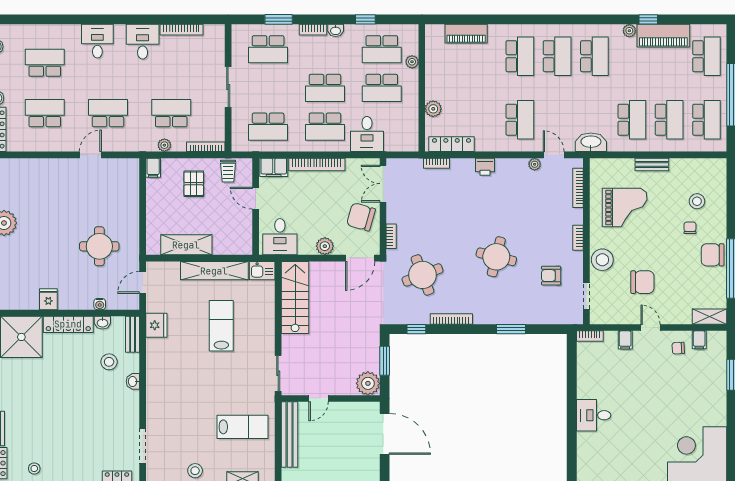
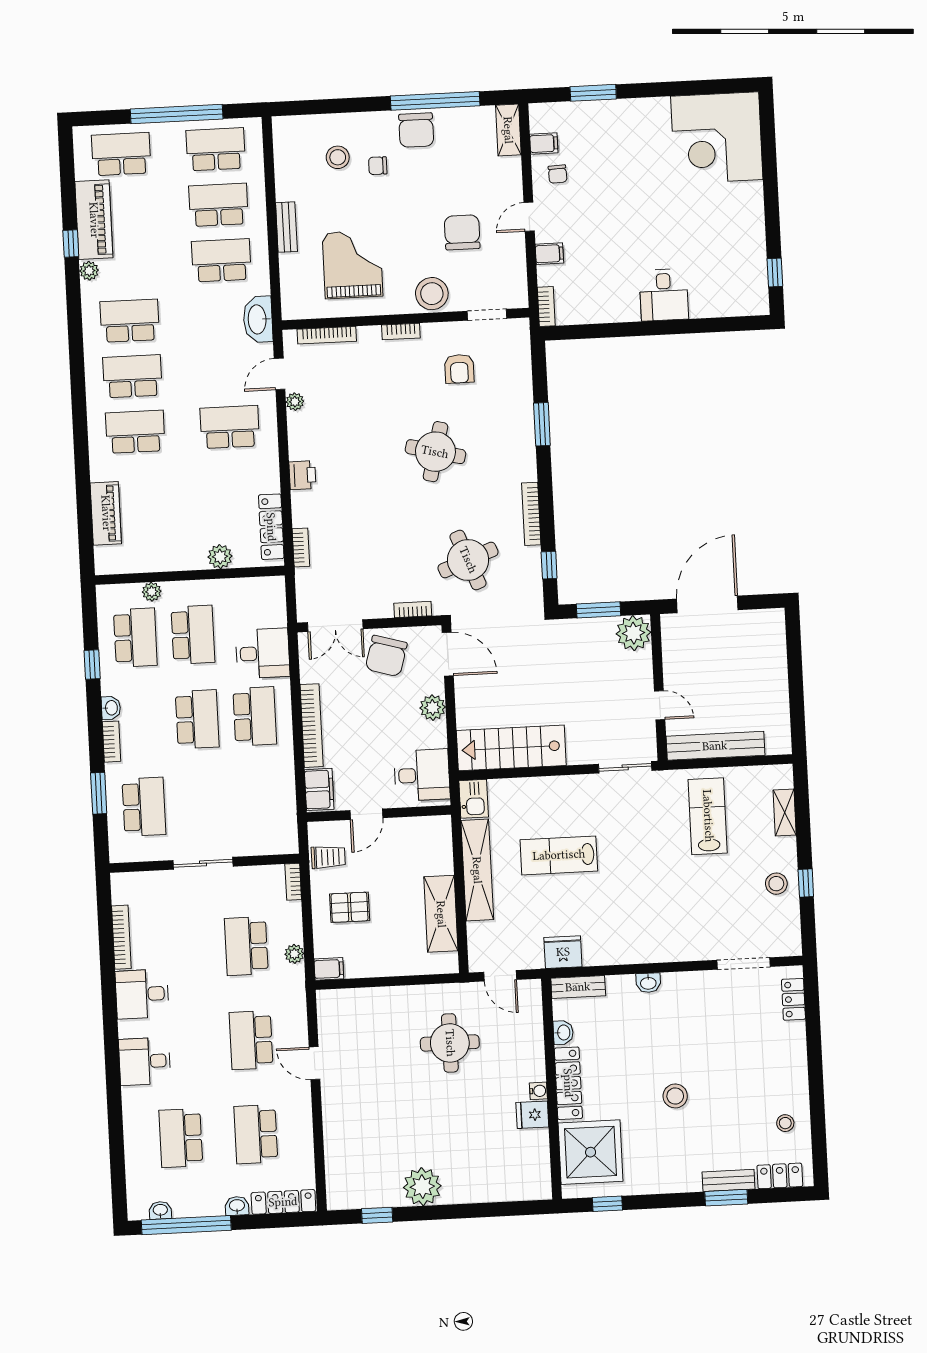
school desk: (268, 127) -> (259, 801), removed
bookcase: (206, 147) -> (293, 882), width x0.64
water cooler: (100, 304) -> (538, 1091), moved
stool: (109, 362) -> (675, 1096), moved

